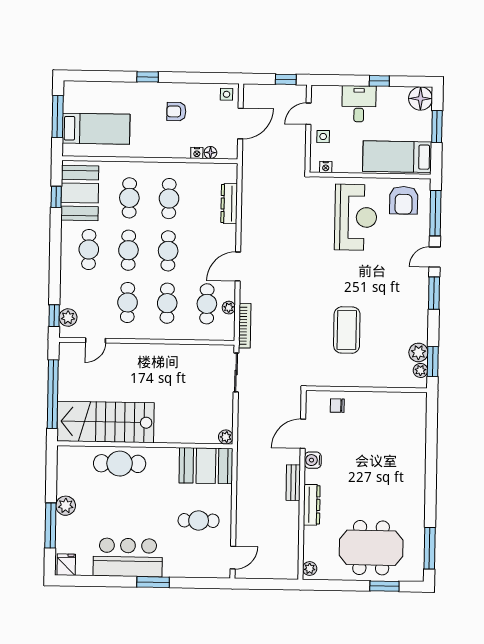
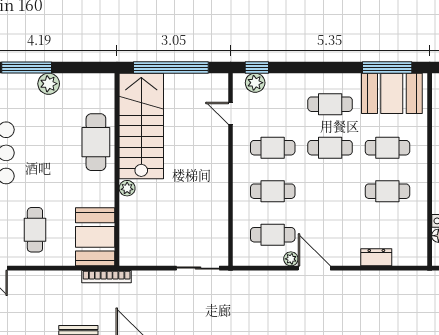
window: (56, 197) -> (387, 67), width x2.17
dresser: (229, 204) -> (376, 257), width x0.70
cafe table: (168, 251) -> (330, 191), removed
plant: (229, 308) -> (291, 259), moved
bookcase: (245, 326) -> (107, 277), moved
plant: (226, 437) -> (127, 188), moved

